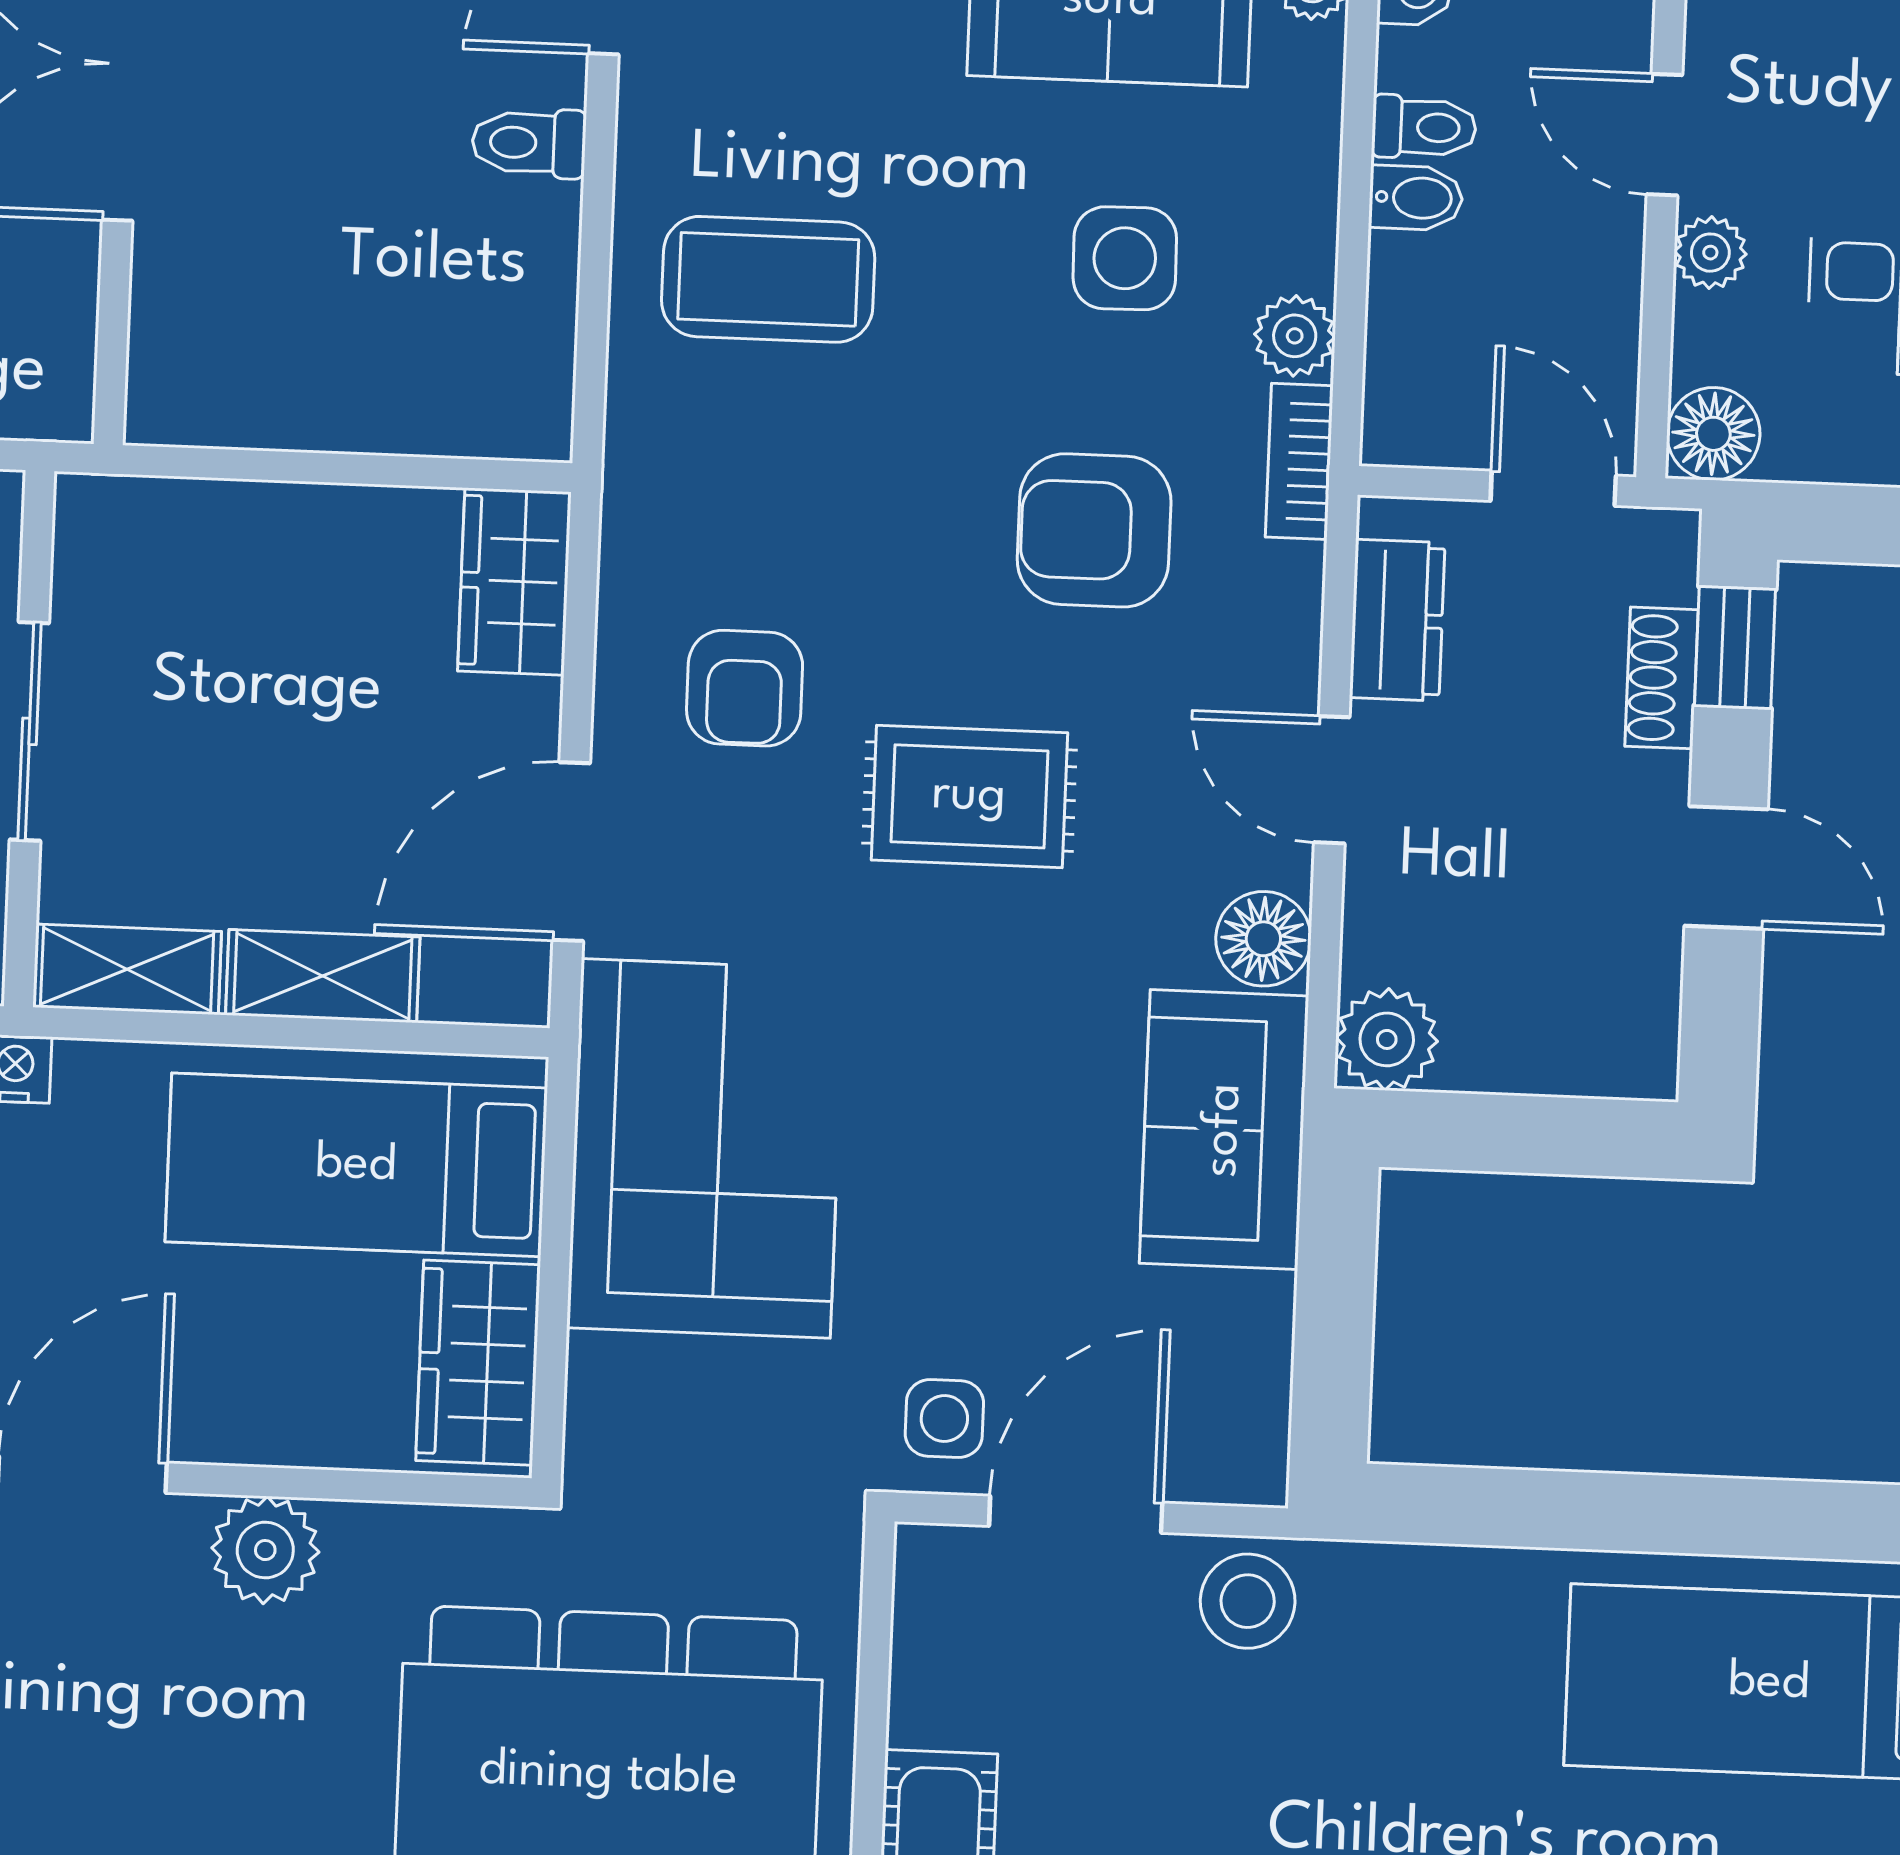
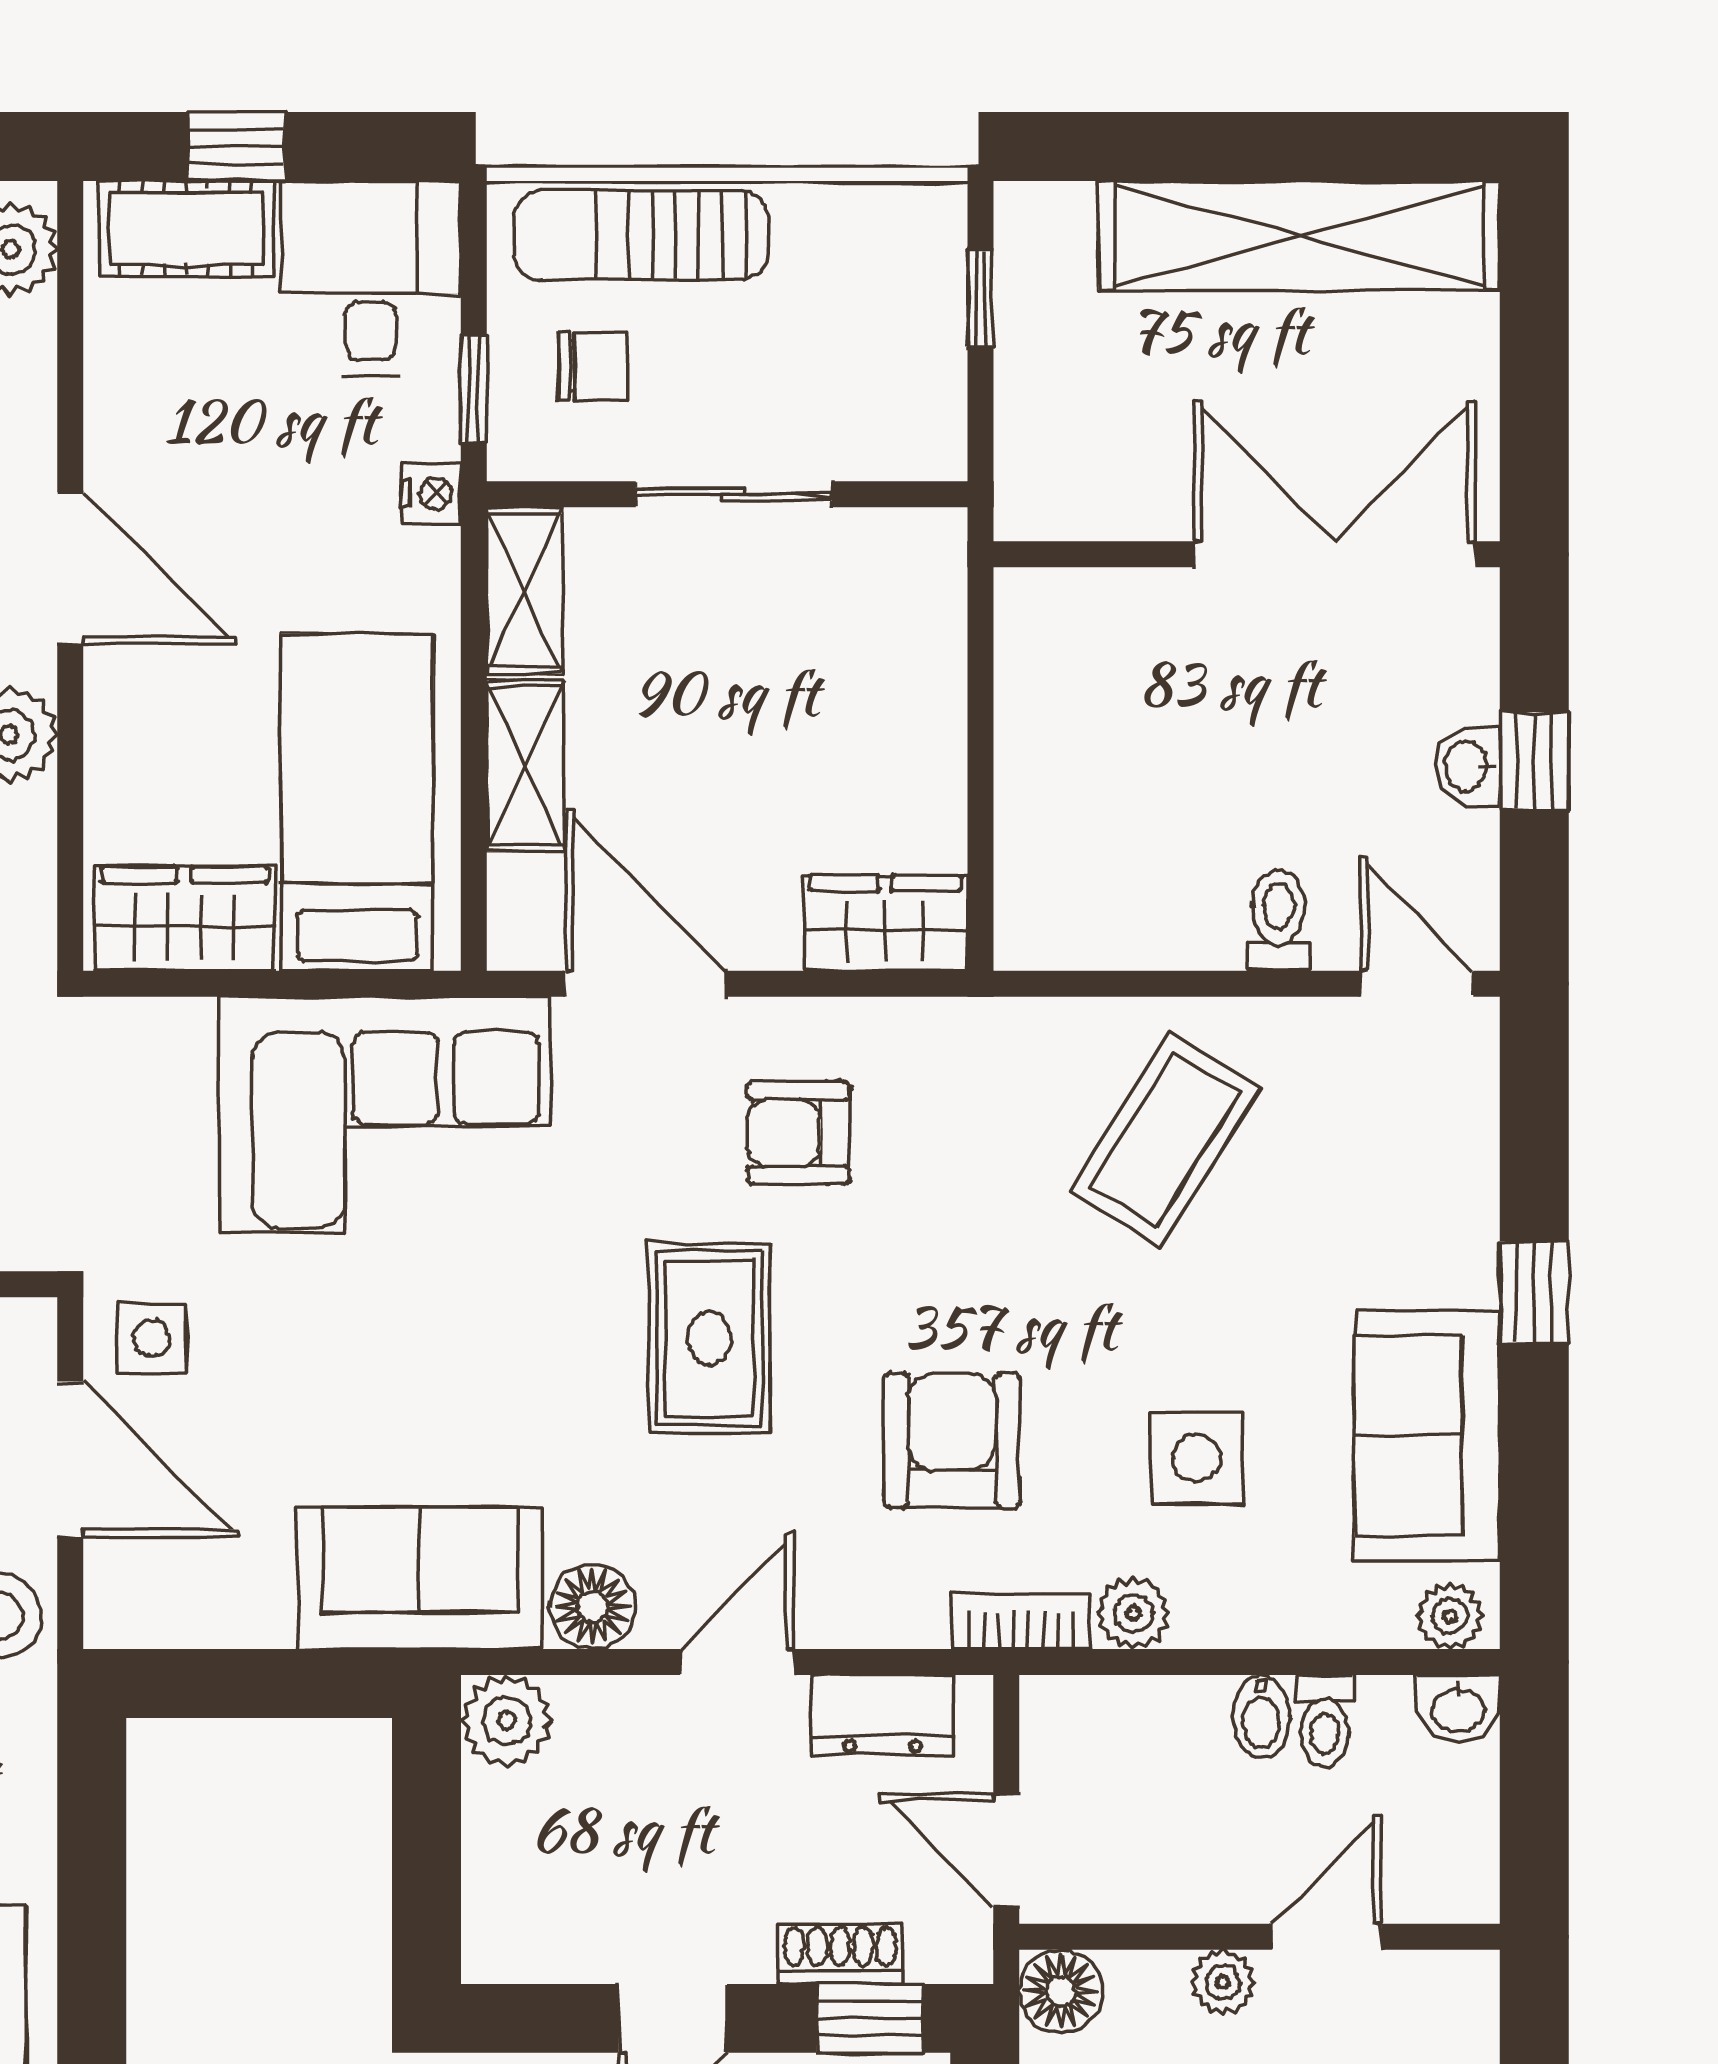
coffee table: (768, 279) -> (1165, 1139), turned 32
door: (1553, 488) -> (1006, 1850), swing flipped

